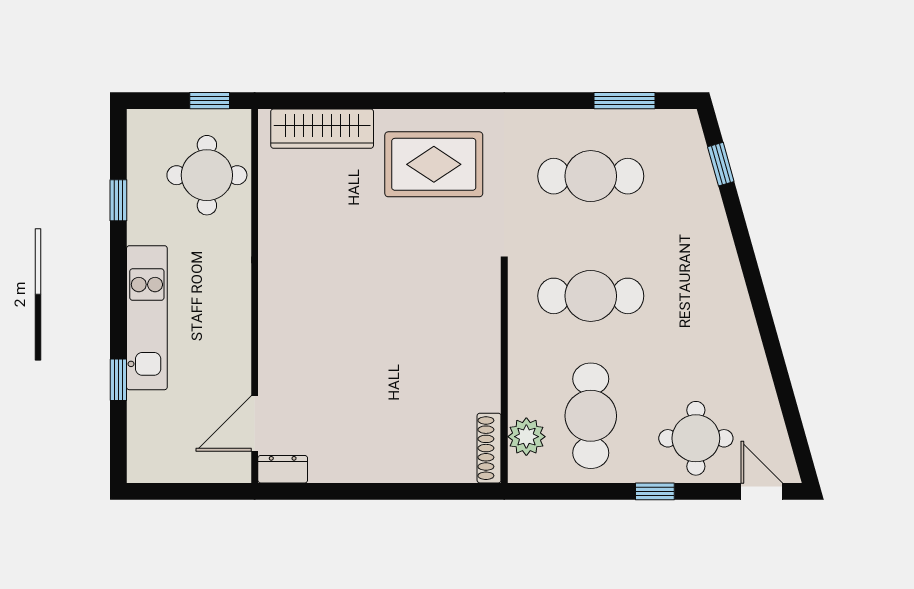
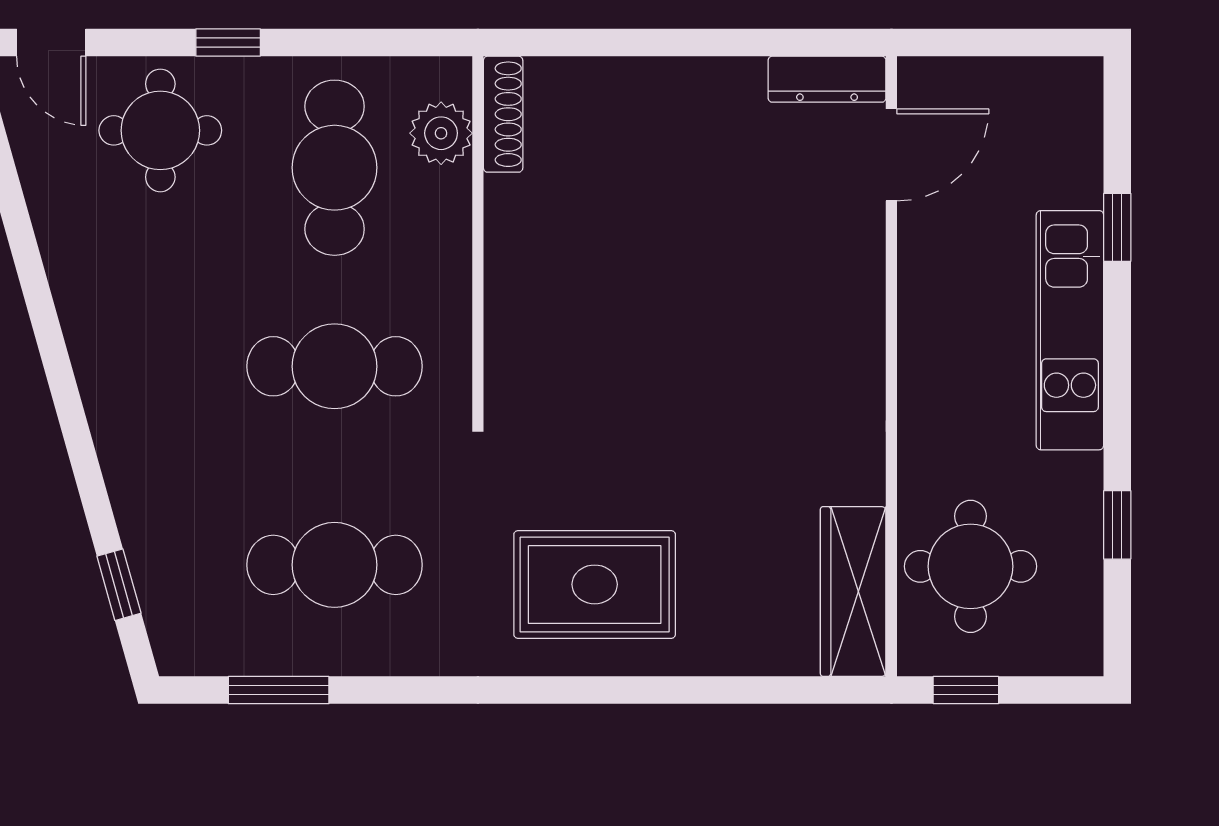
wardrobe: (322, 129) -> (853, 591), moved, turned -90
dresser: (283, 469) -> (827, 79), width x1.44

